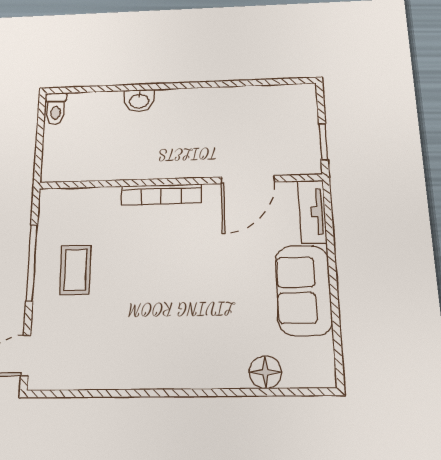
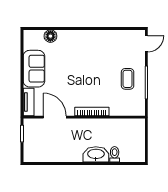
washbasin: (139, 101) -> (96, 154), width x1.91, depth x1.45
toilet: (56, 109) -> (115, 154), moved
door: (248, 180) -> (55, 117), hinge flipped

